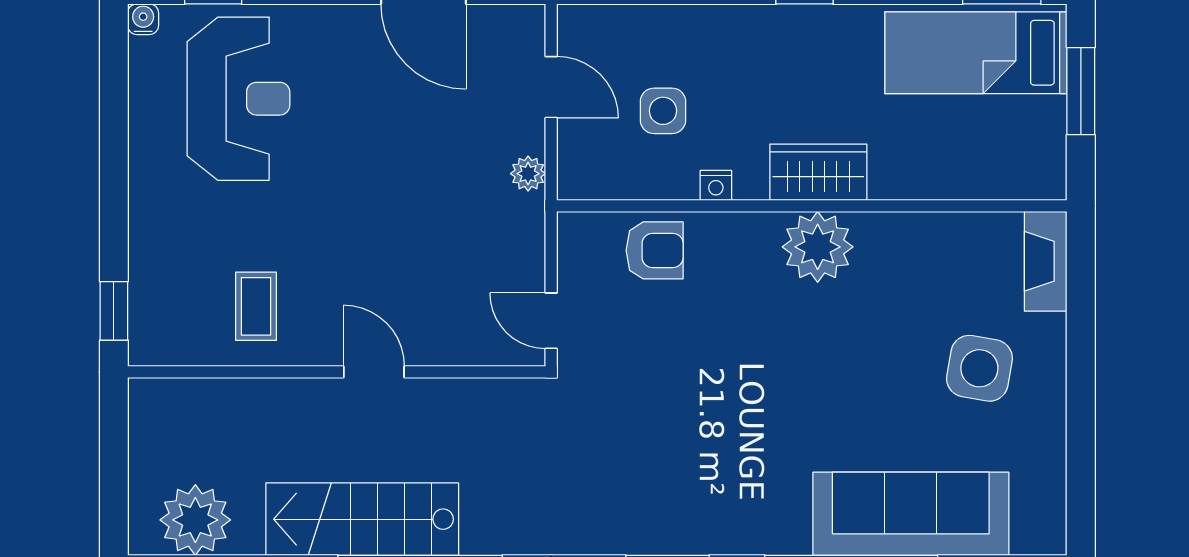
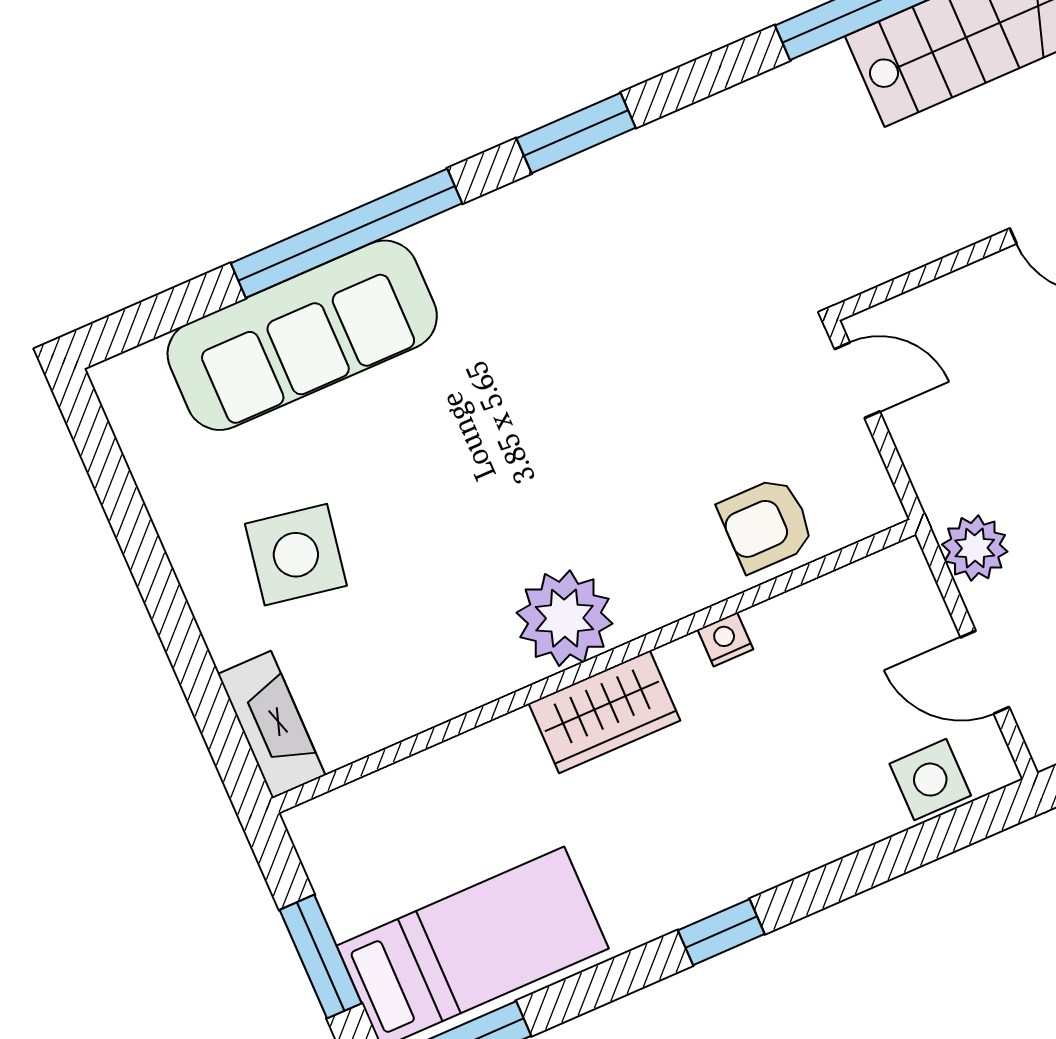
side table: (663, 111) -> (930, 780), moved
plant: (528, 174) -> (975, 548), width x1.38, depth x1.38

